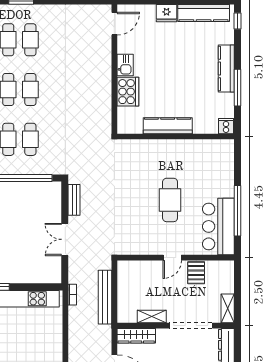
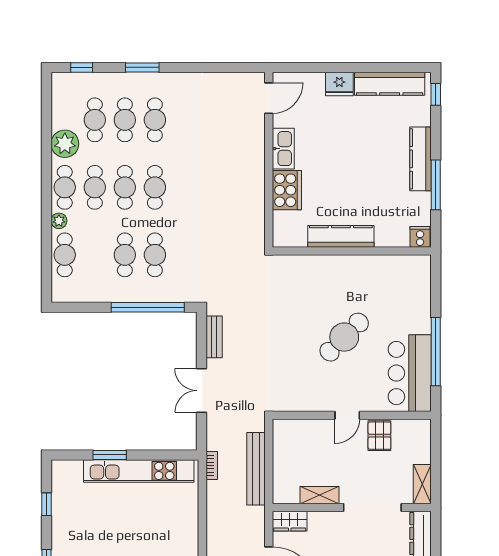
kitchen sink: (125, 65) -> (283, 149), width x1.38
cafe table: (170, 200) -> (344, 337), turned 45
wardrobe: (136, 336) -> (290, 521), width x0.67

